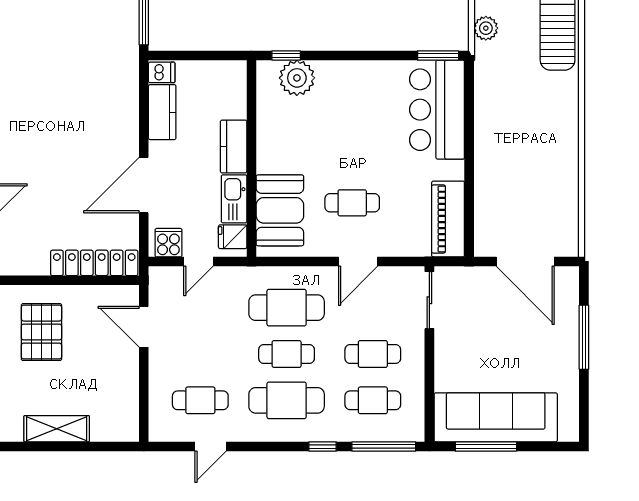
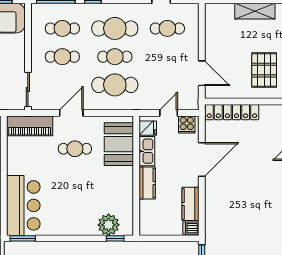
piano: (448, 219) -> (30, 126), moved, turned 90

